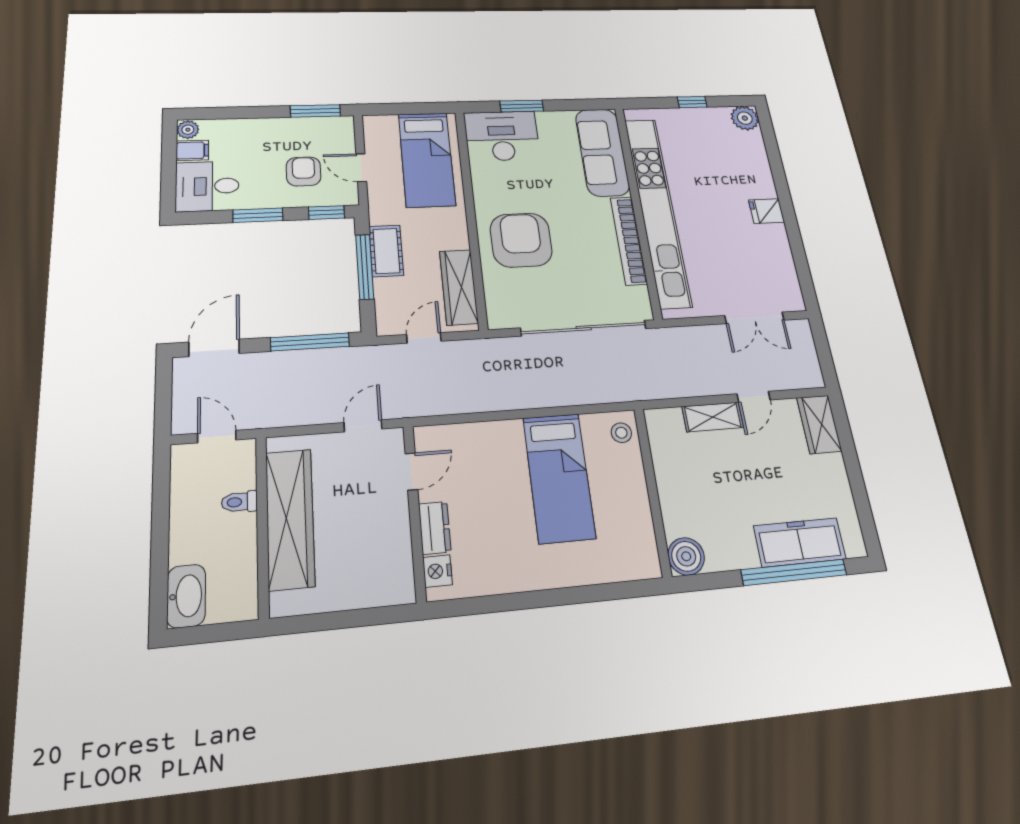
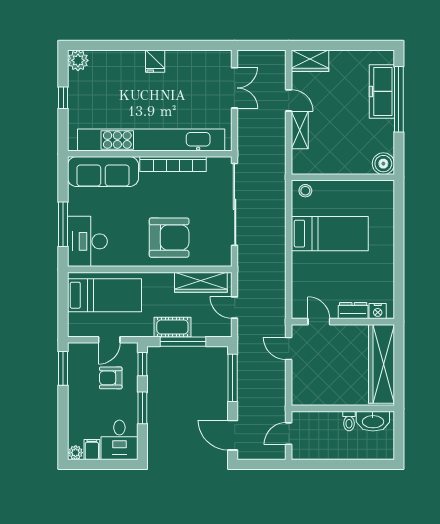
window: (522, 106) -> (63, 224), width x1.44
armchair: (521, 240) -> (169, 238), turned 180
toilet: (239, 502) -> (349, 421), moved
wardrobe: (290, 518) -> (381, 364), moved, turned -90
washbasin: (186, 596) -> (373, 421), moved, turned 180

